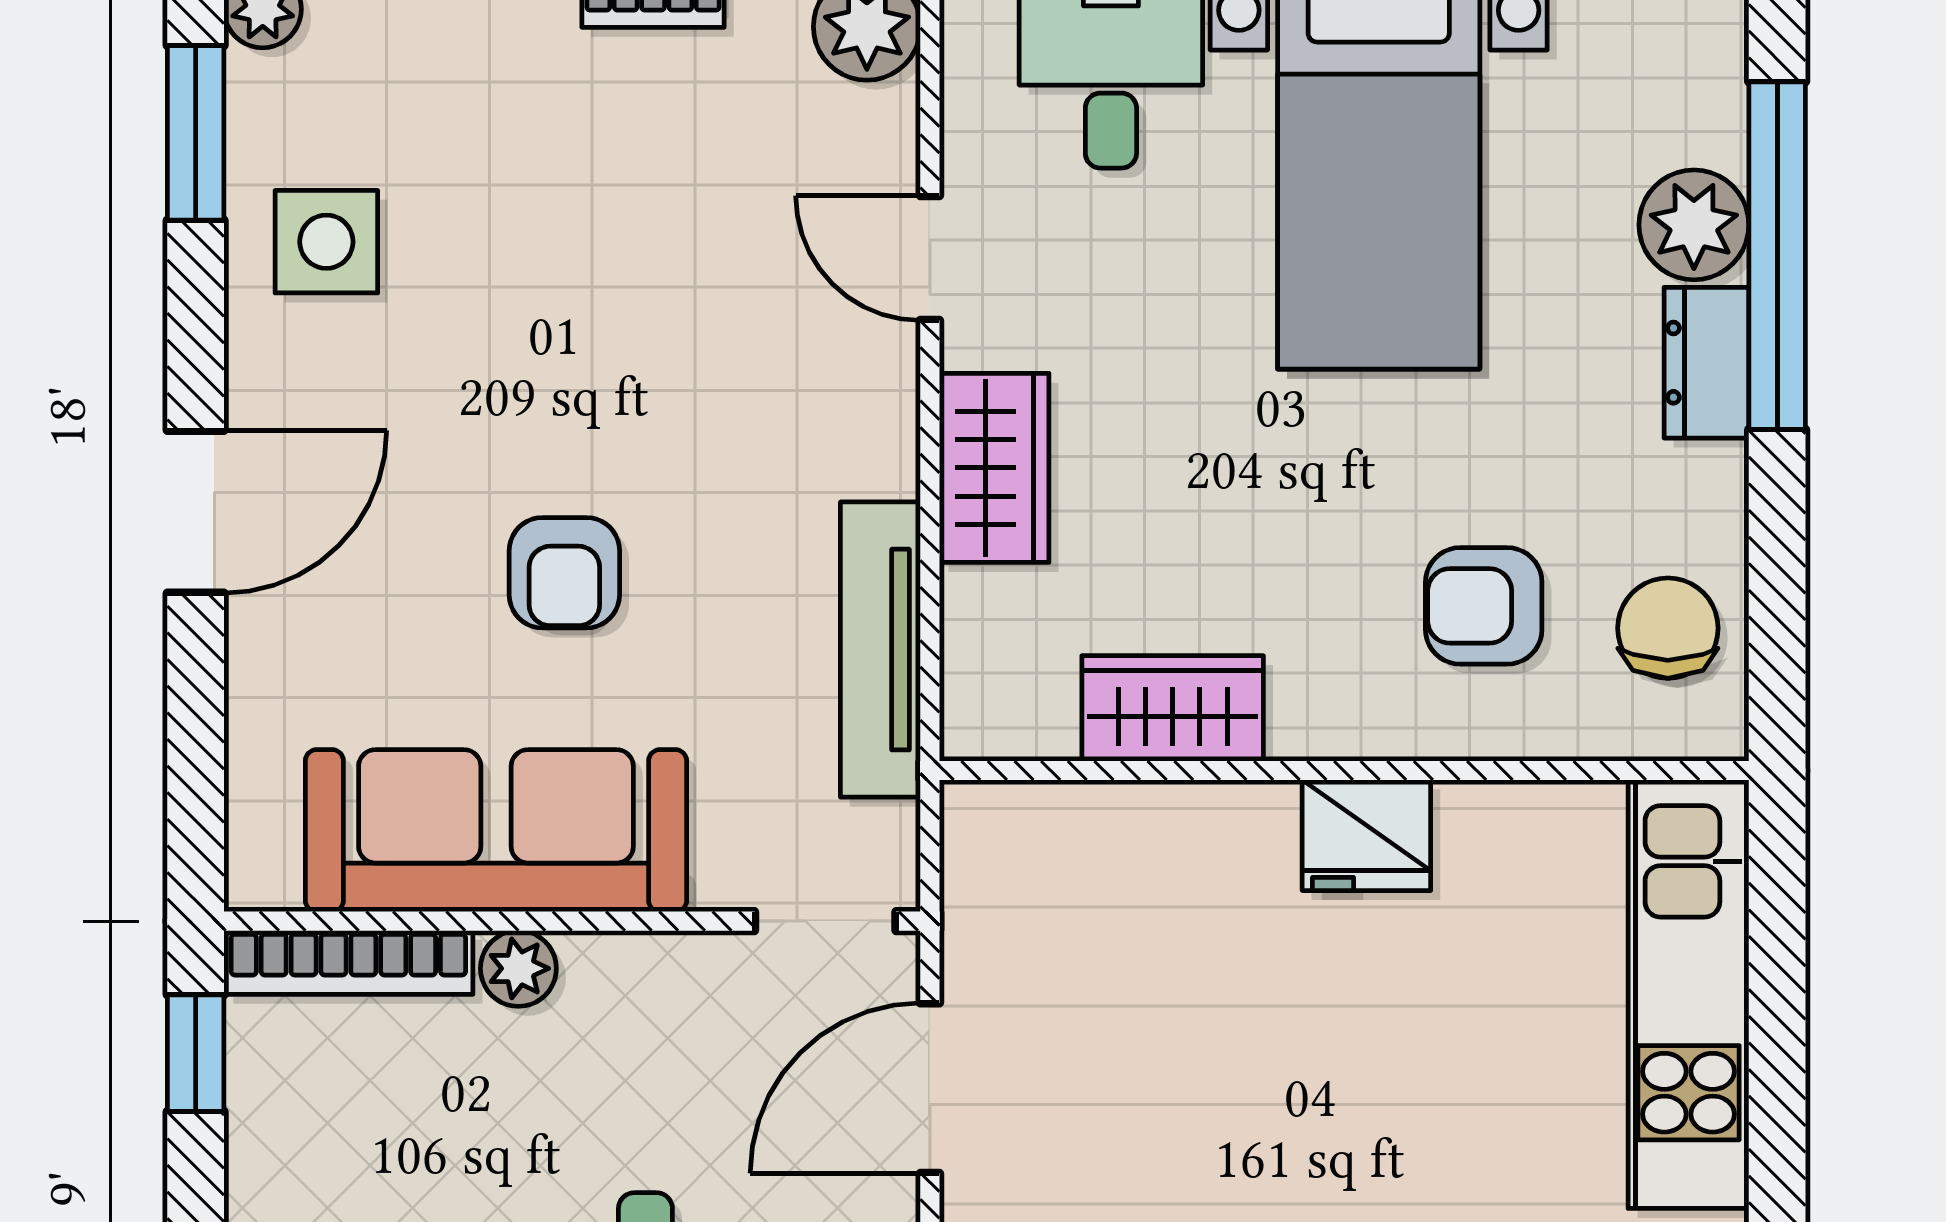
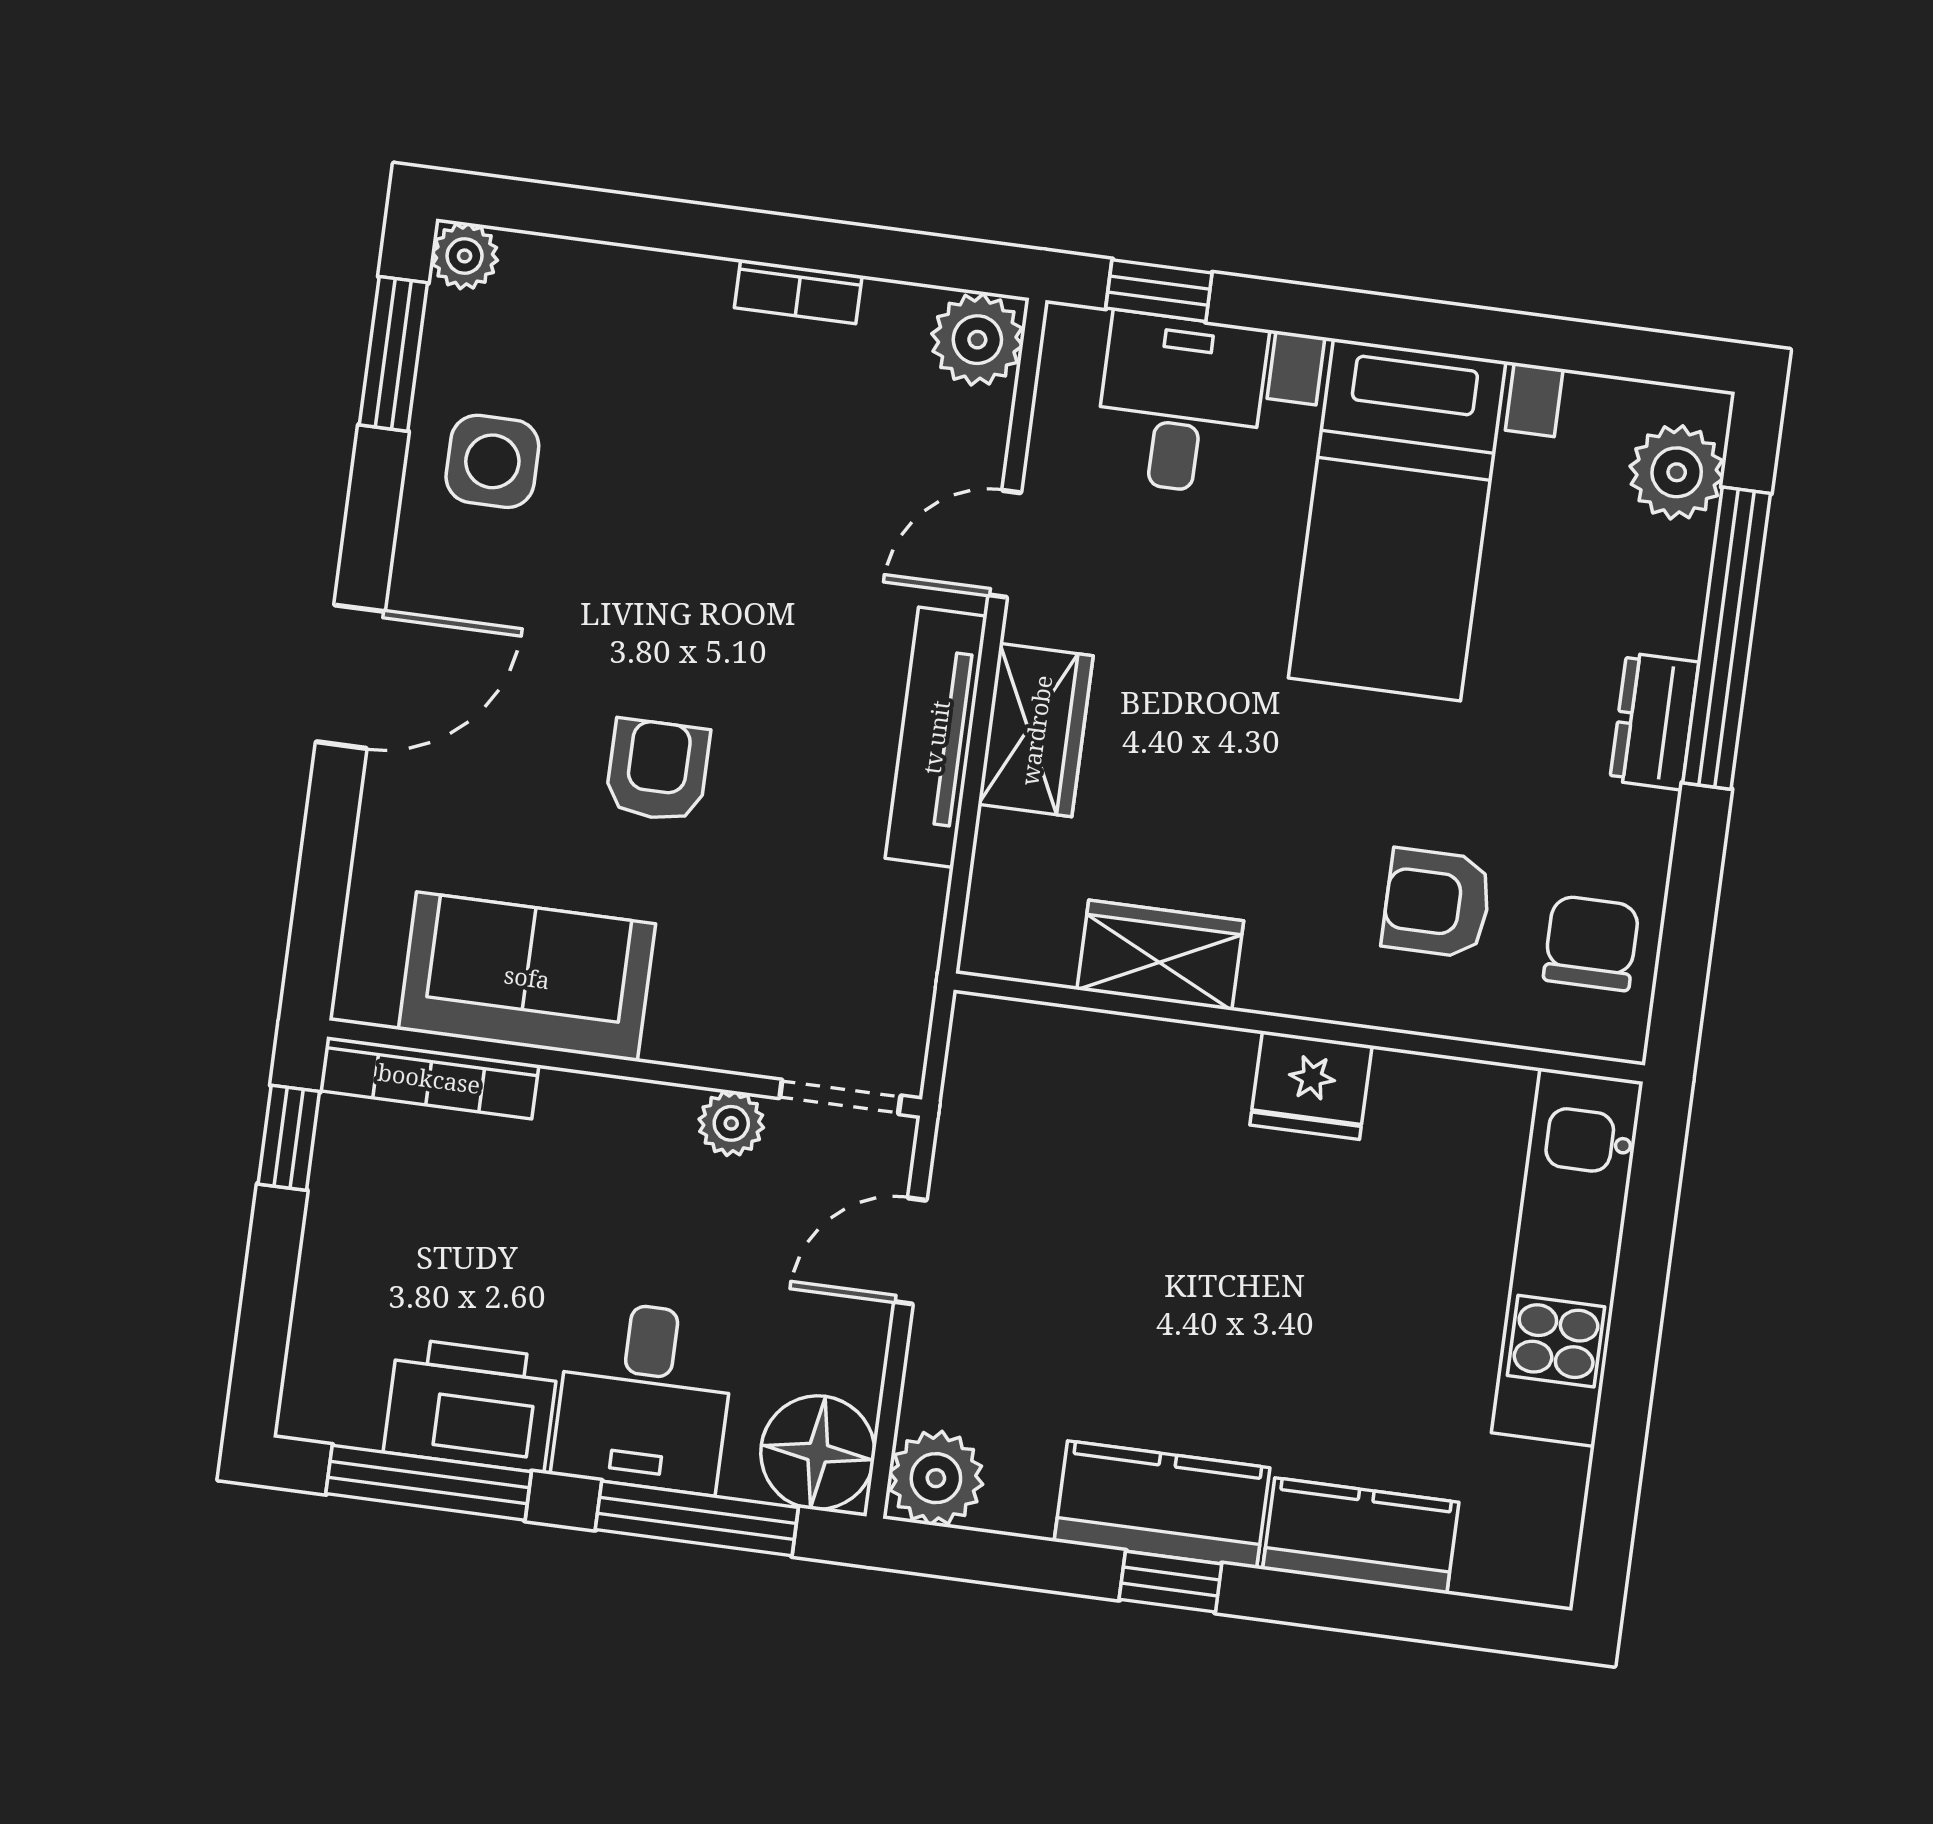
plant: (1694, 225) -> (1677, 472), moved
door: (930, 258) -> (1005, 544), hinge flipped
armchair: (564, 573) -> (658, 770), turned 180
tv unit: (880, 650) -> (936, 737), moved
sofa: (496, 831) -> (527, 977), width x0.73
plant: (518, 968) -> (731, 1123), moved
door: (930, 1088) -> (910, 1251), width x0.73

